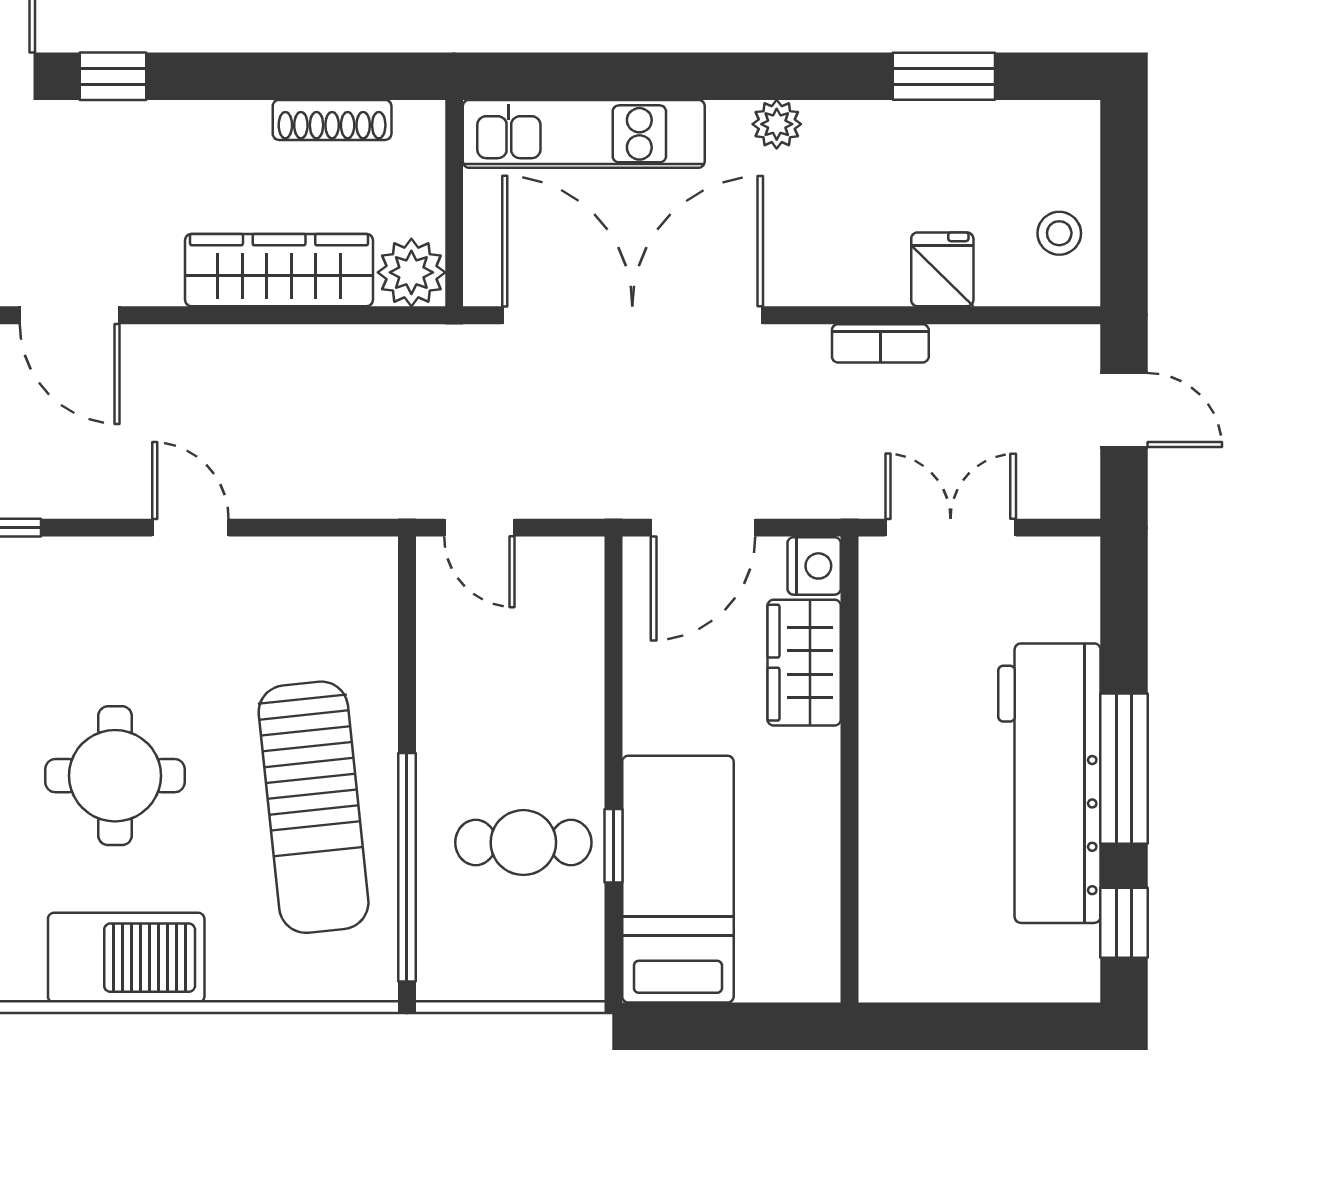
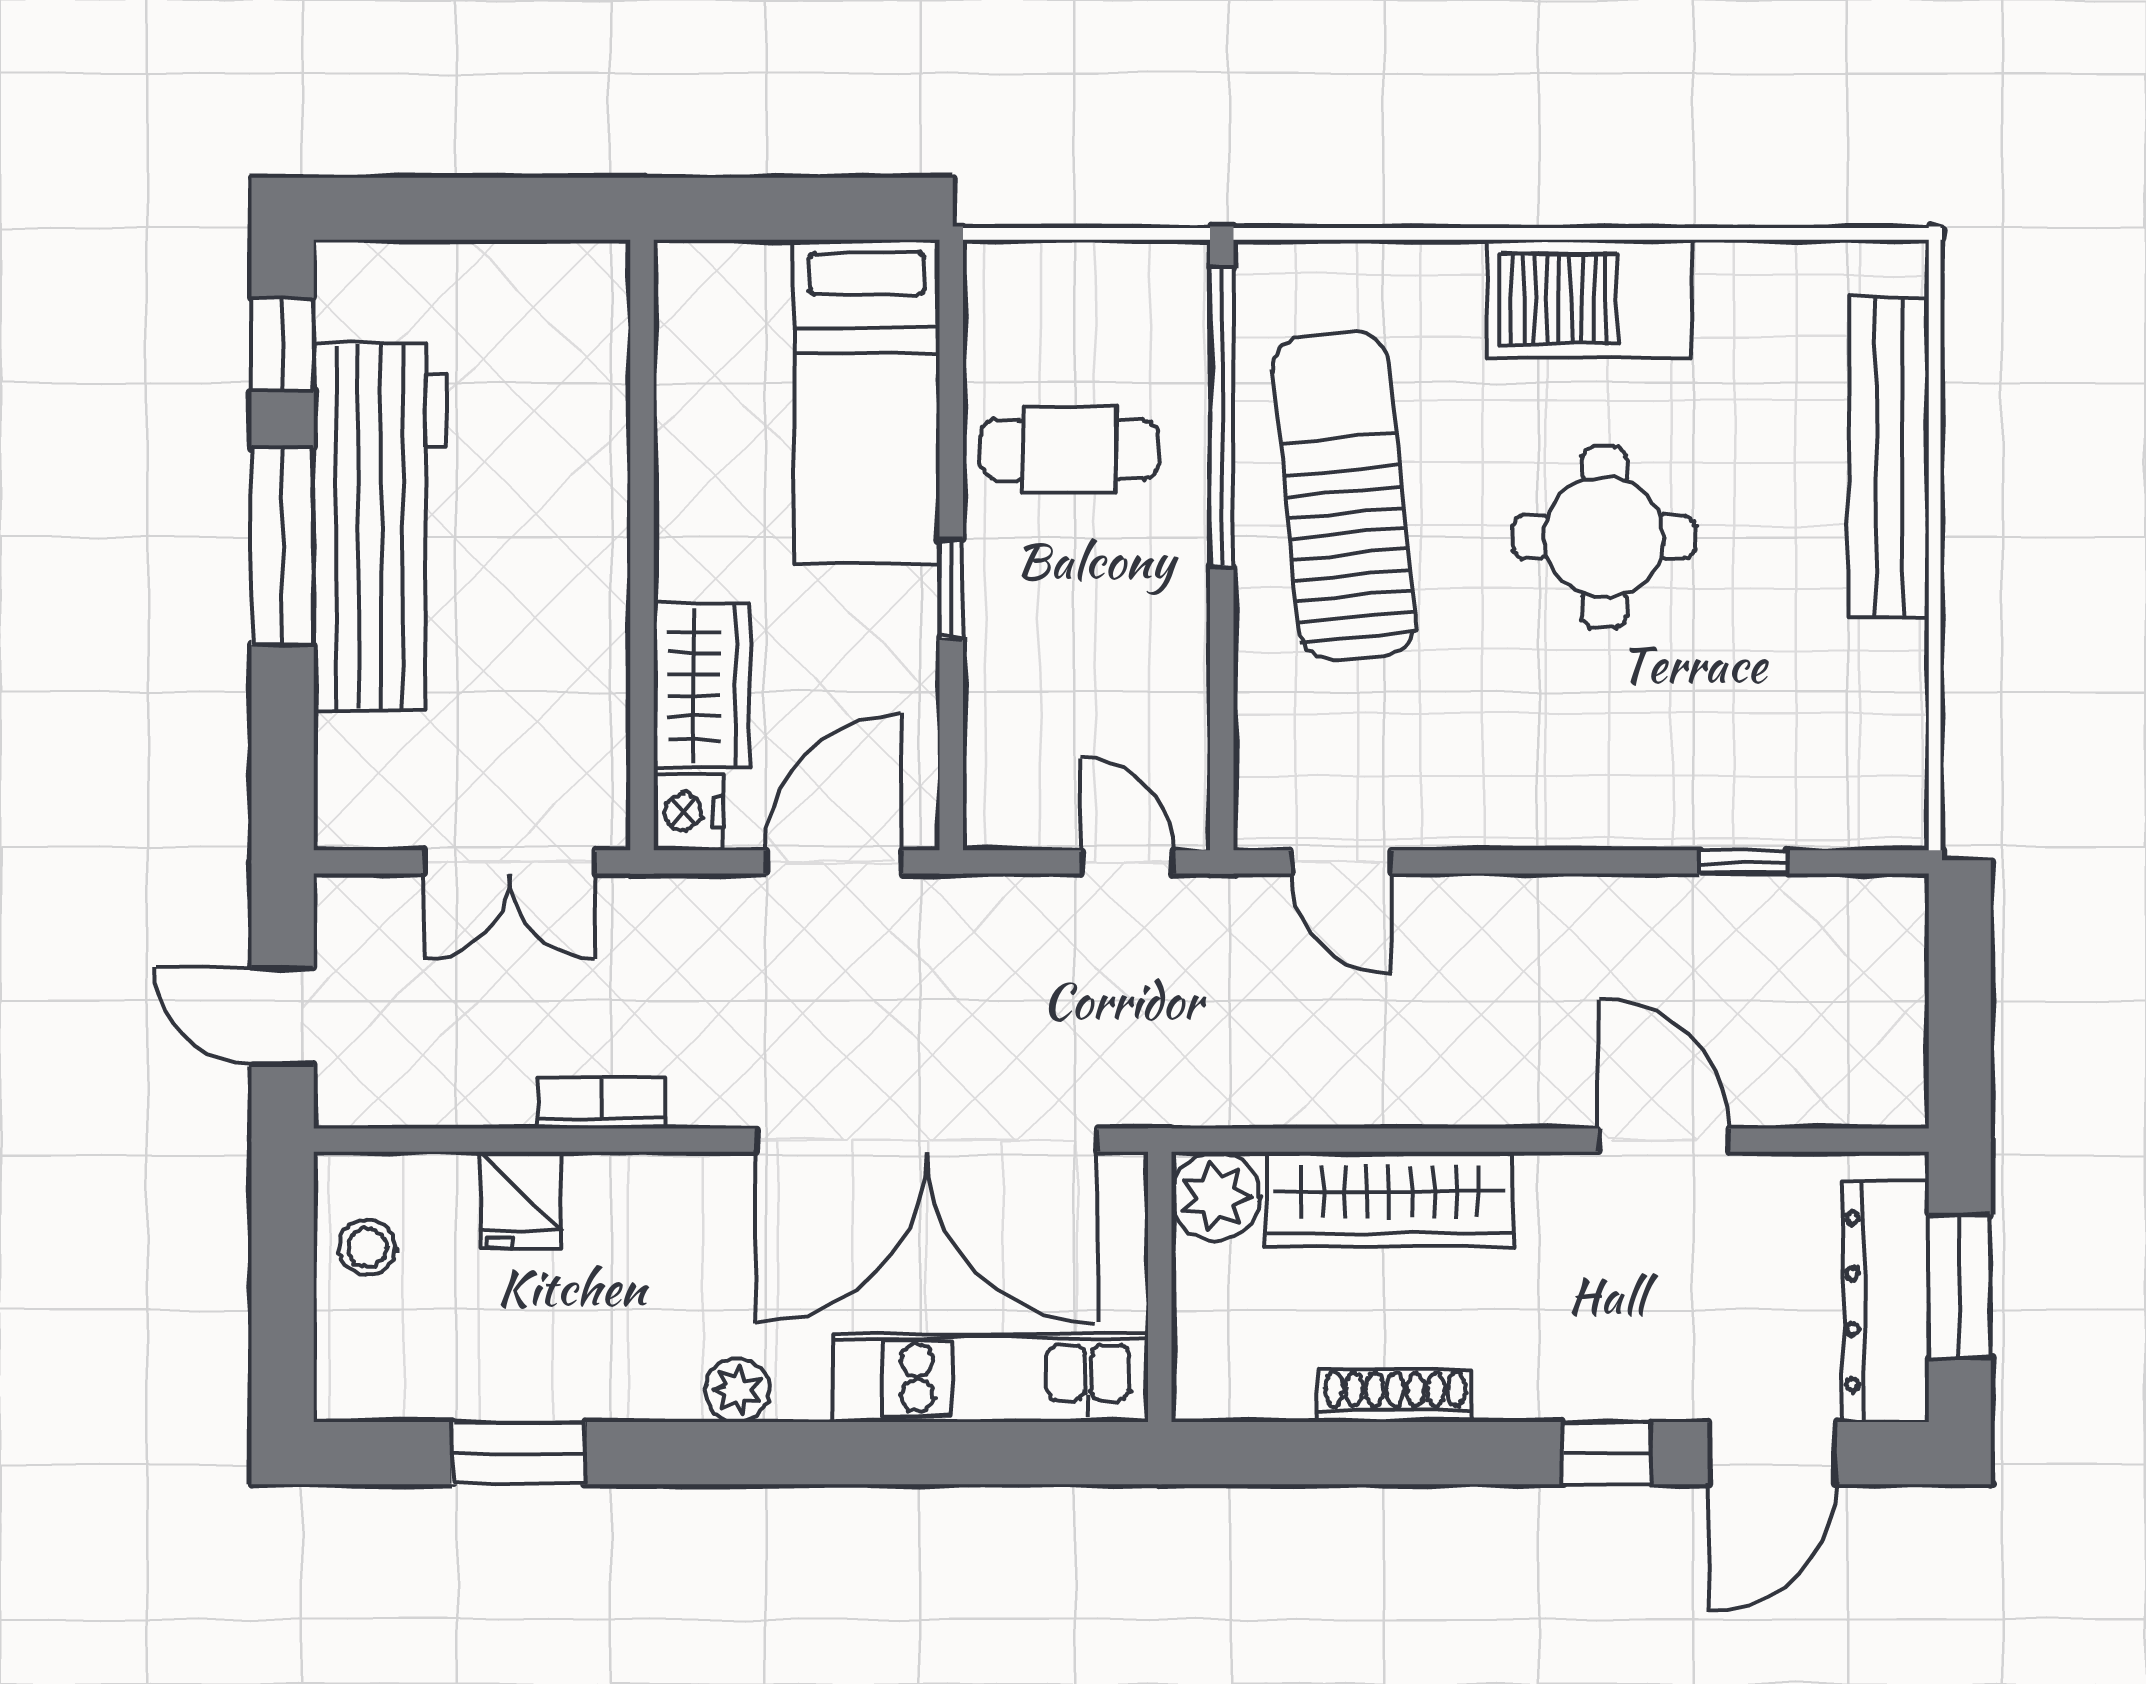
shoe rack: (332, 120) -> (1395, 1396), moved
door: (190, 528) -> (1341, 862), moved
window: (613, 846) -> (951, 589), moved

